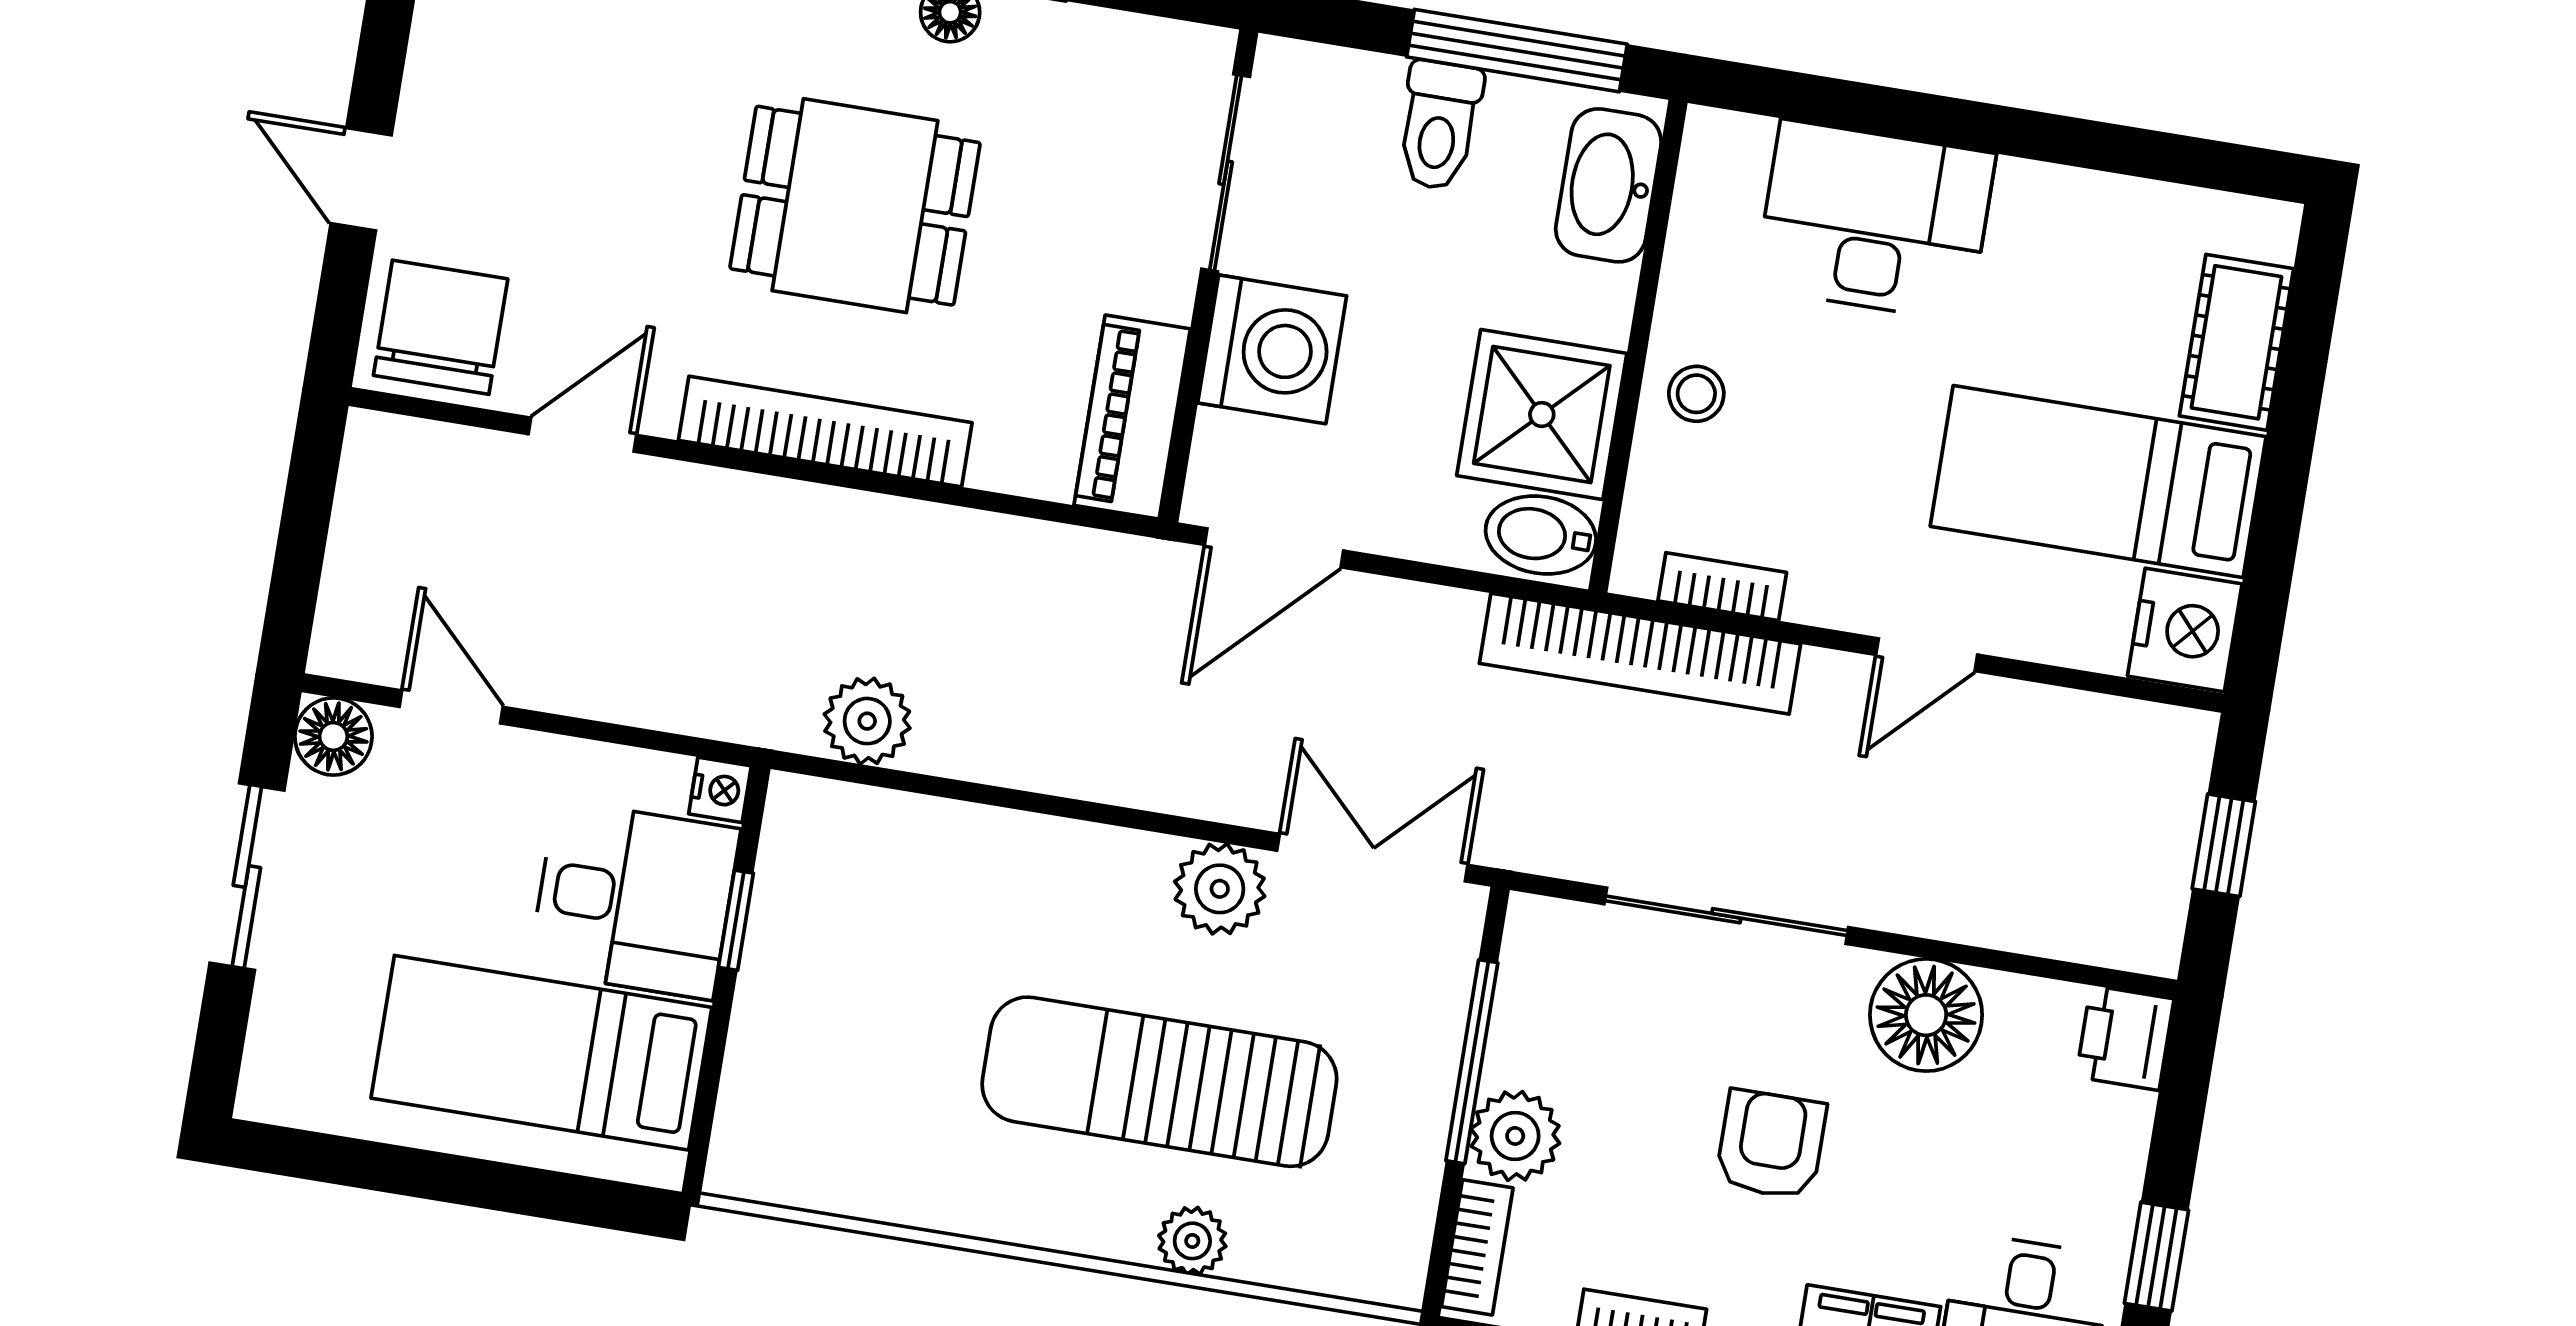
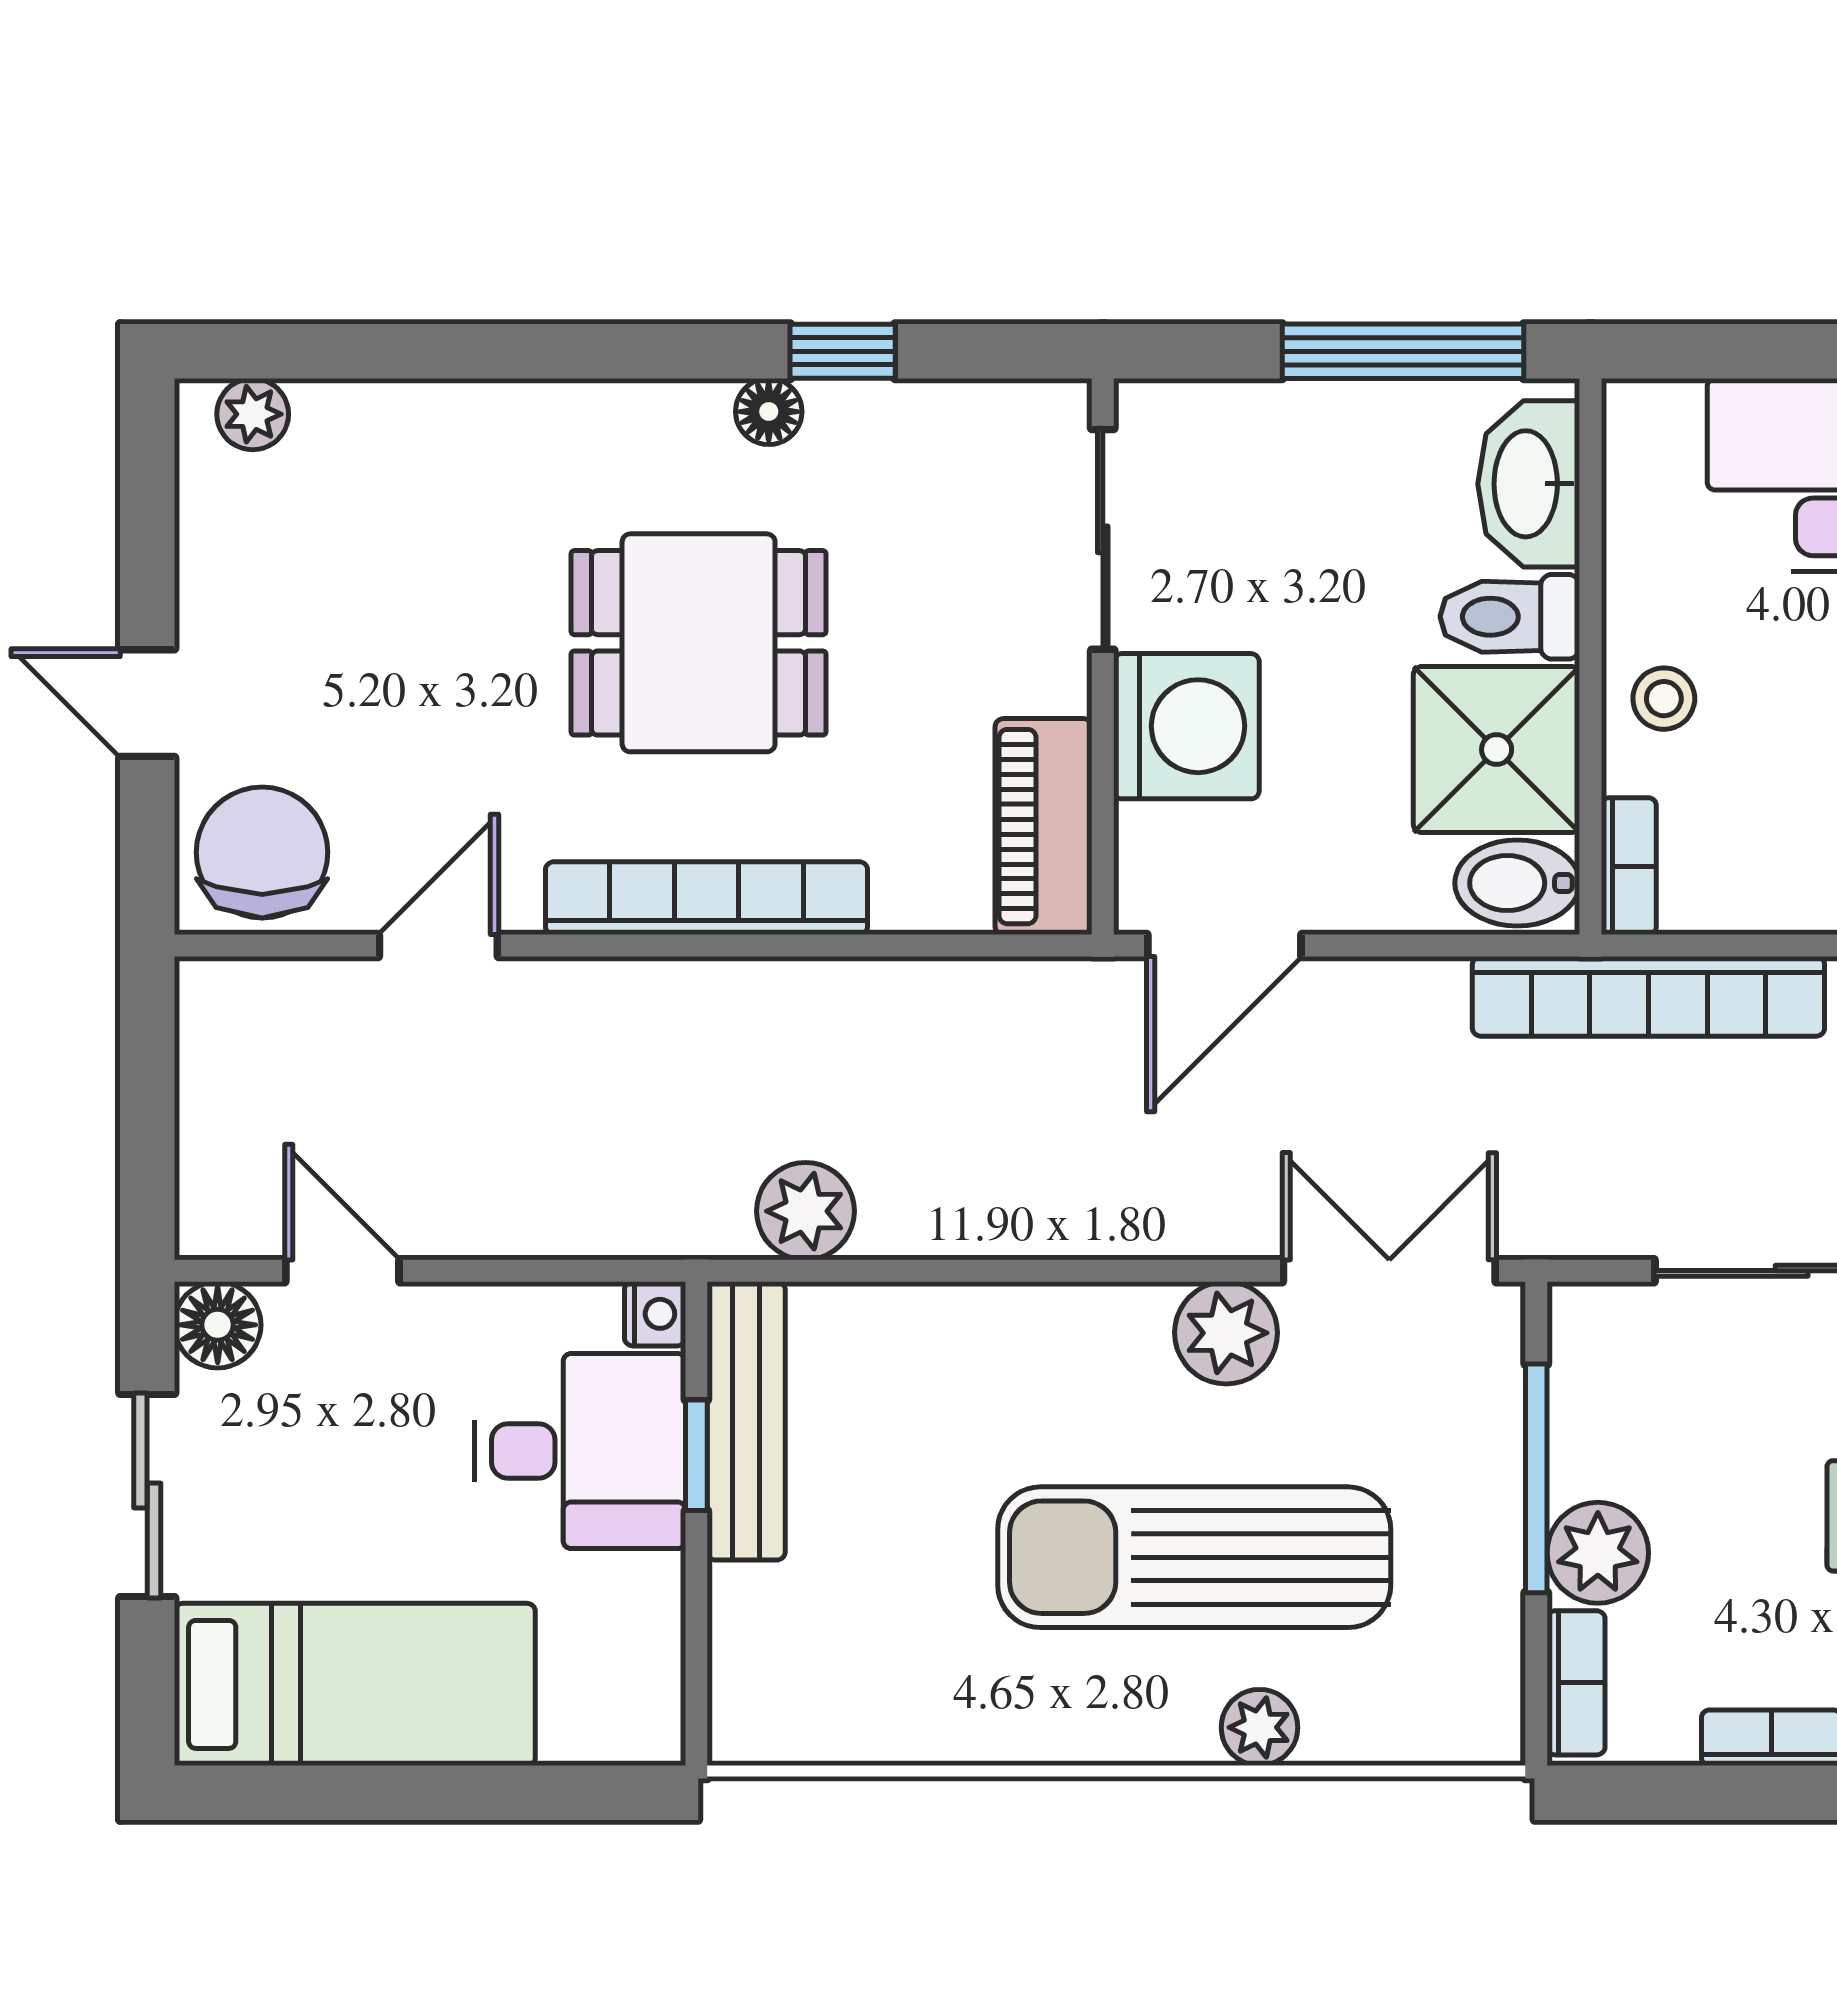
toilet: (1439, 125) -> (1510, 617), moved, turned 90
bookcase: (1722, 587) -> (1629, 866), moved, turned 90
bench: (785, 897) -> (746, 1421), added
bed: (541, 1053) -> (355, 1684), moved, turned 180

